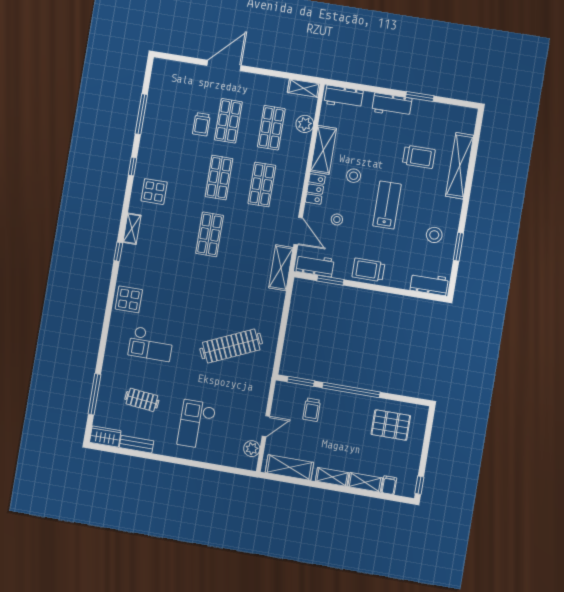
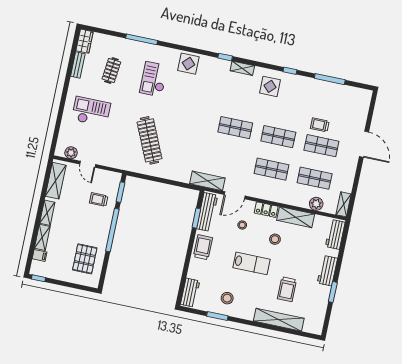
workbench: (315, 265) -> (207, 212), width x1.37
window: (94, 394) -> (142, 39), moved

